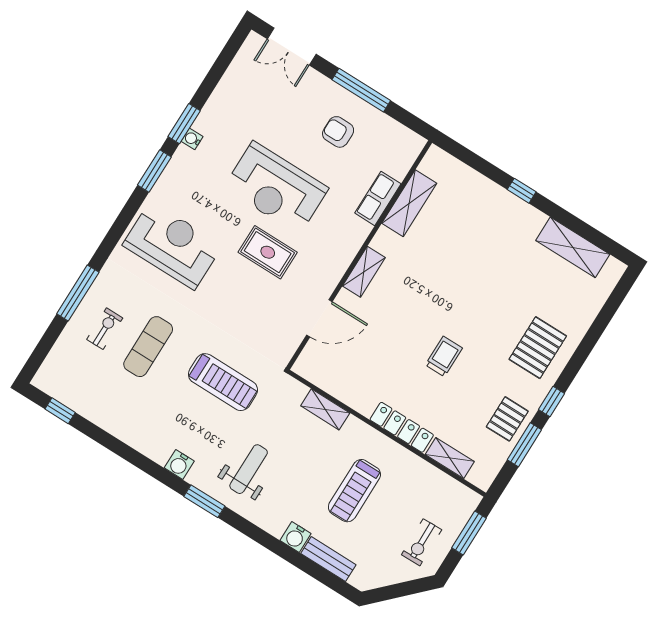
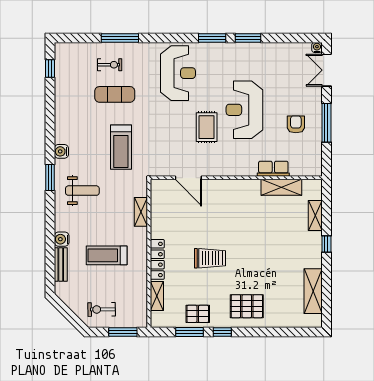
water cooler: (192, 139) -> (317, 47), moved
shelving: (364, 272) -> (315, 215), moved, turned 90
trolley: (444, 356) -> (210, 258), width x1.36, depth x1.39

